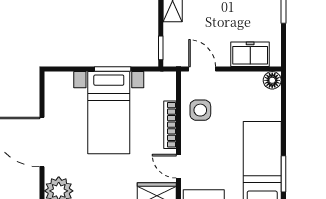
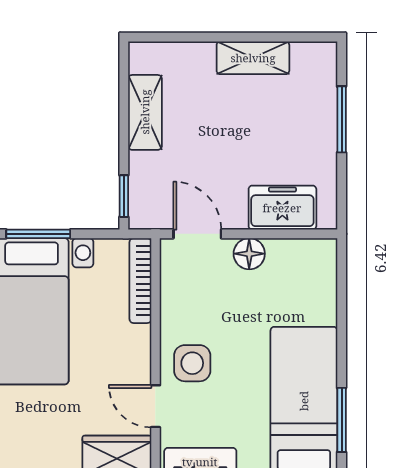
floor lamp: (272, 80) -> (249, 254), moved
side table: (200, 110) -> (192, 363), moved
bookcase: (170, 125) -> (140, 281), moved

